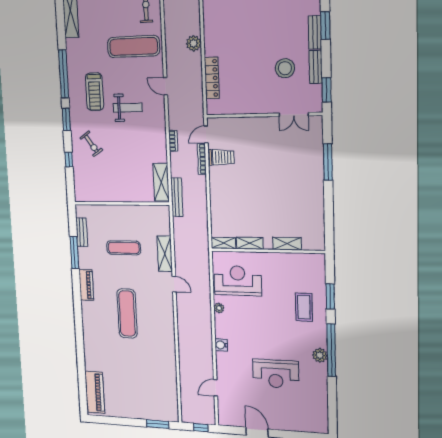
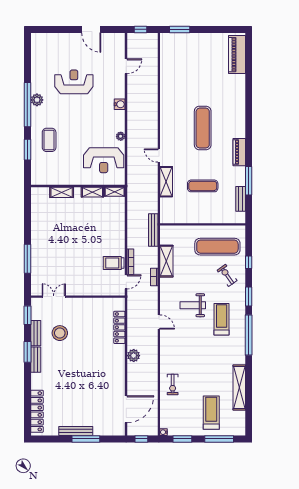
window: (325, 26) -> (27, 352), moved
exercise mat: (134, 47) -> (217, 247), moved
shelving: (161, 182) -> (166, 261), moved

